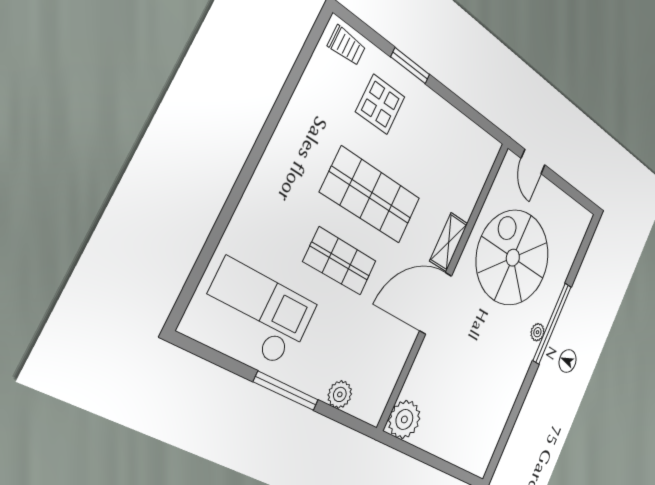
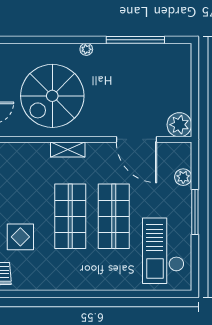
shop shelf: (340, 261) -> (114, 216), width x1.43, depth x1.36
door: (436, 303) -> (137, 139), moved
window: (552, 324) -> (135, 40), moved

